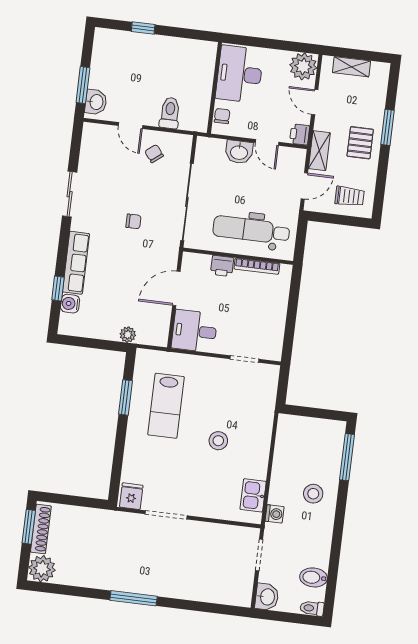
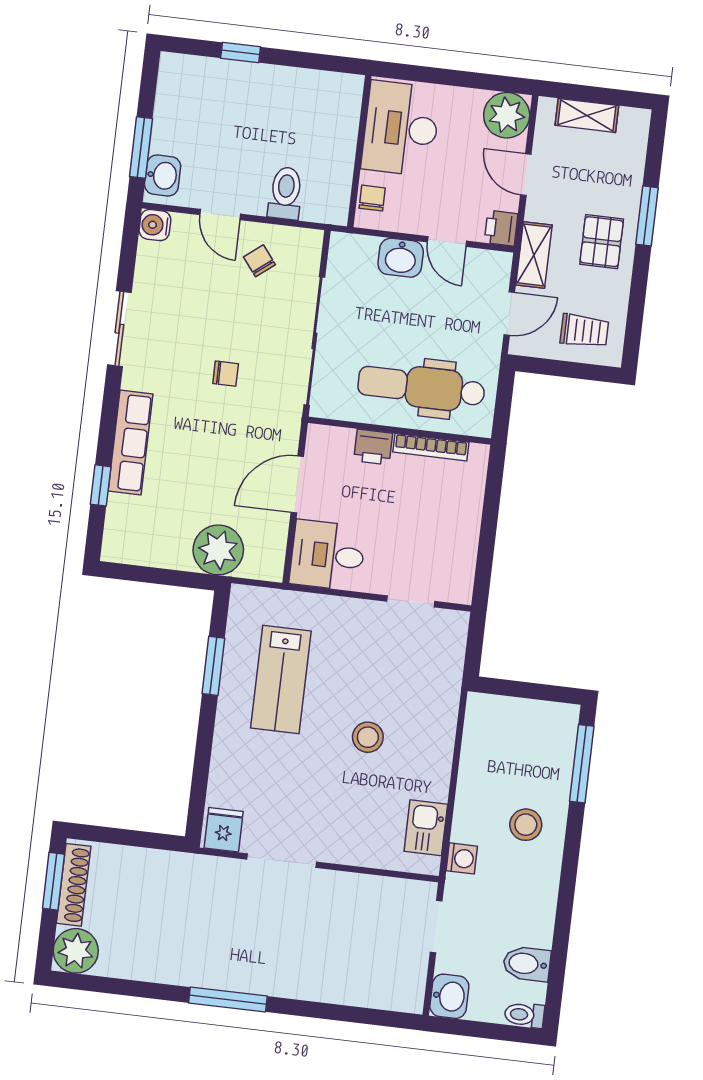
water cooler: (70, 304) -> (155, 225), moved
plant: (128, 335) -> (218, 550), width x1.88, depth x1.88

